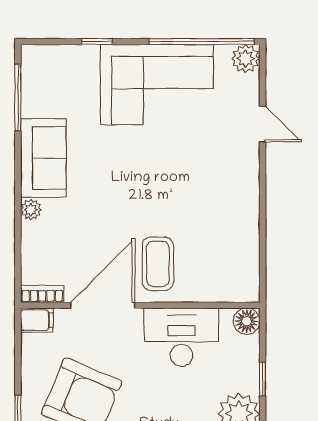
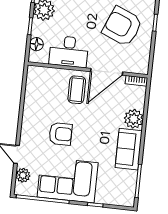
plant: (246, 58) -> (23, 175), moved
armchair: (180, 174) -> (61, 134), added
plant: (31, 210) -> (134, 119), width x1.88, depth x1.88
filing cabinet: (37, 320) -> (141, 68), removed
floor lamp: (247, 321) -> (36, 44), moved

